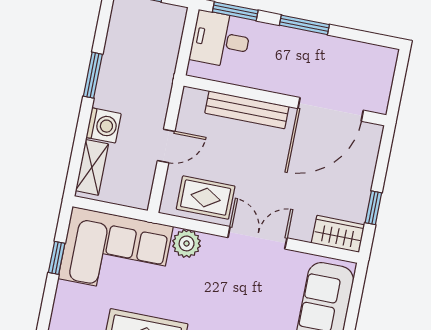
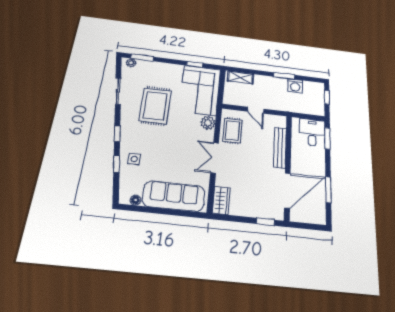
window: (304, 25) -> (328, 190), moved
door: (331, 109) -> (287, 190), swing flipped
washing machine: (104, 125) -> (295, 86), moved
window: (373, 208) -> (265, 222), moved
double door: (257, 238) -> (215, 158), swing flipped

